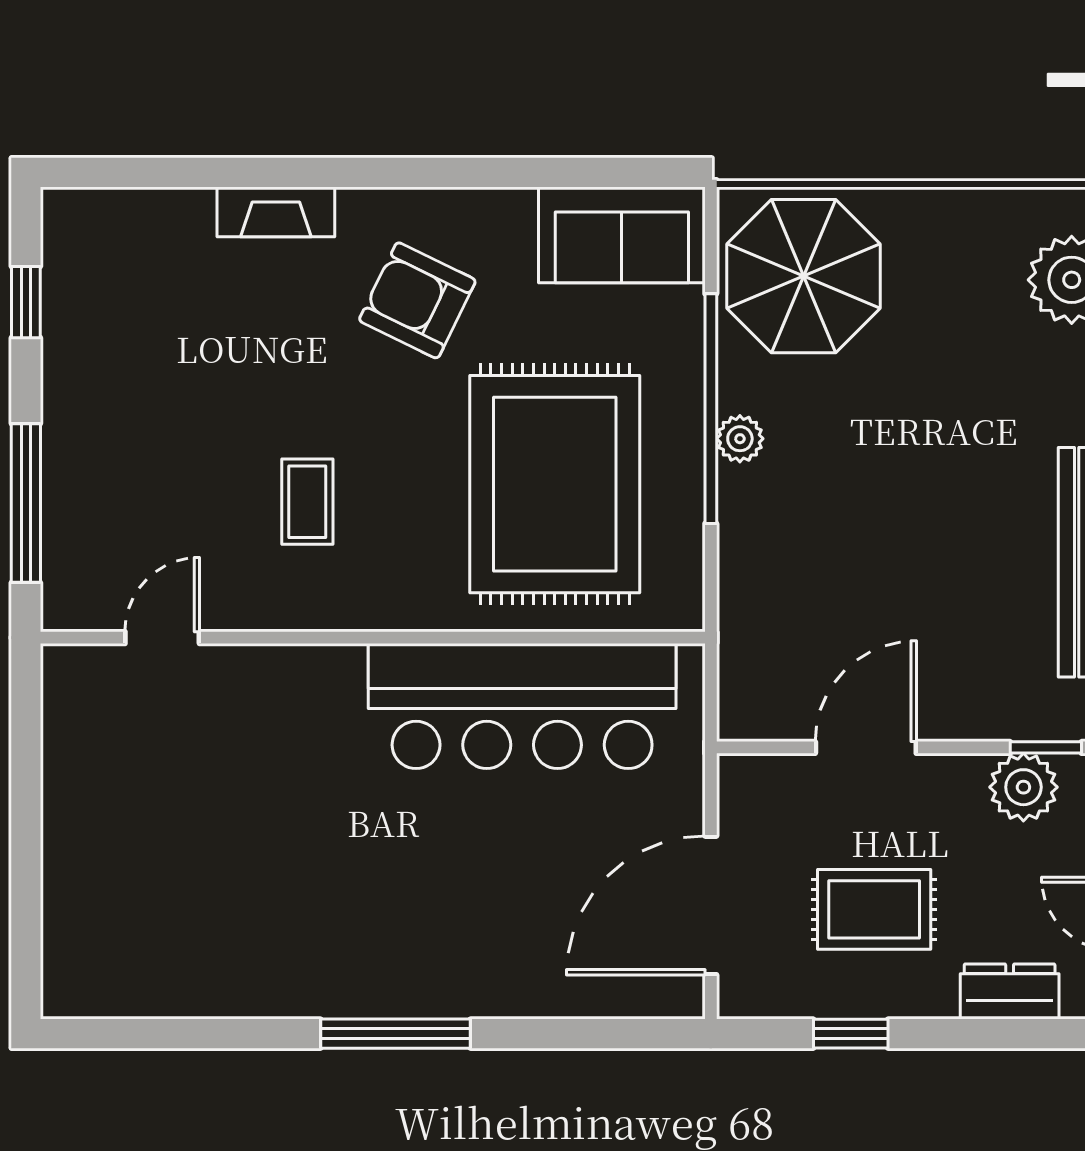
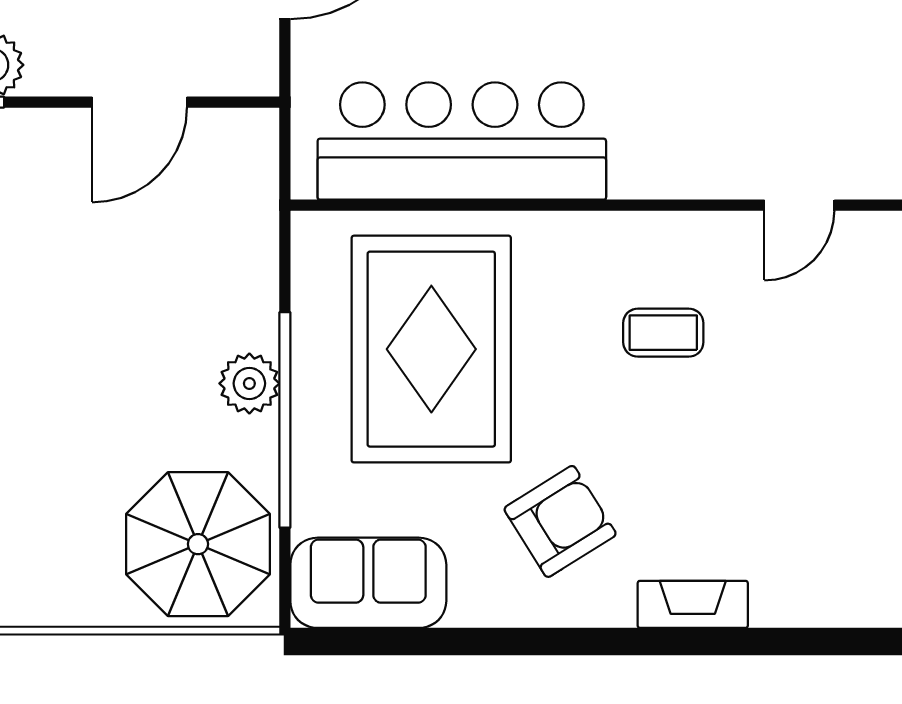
armchair: (417, 300) -> (560, 521), turned -58
plant: (740, 439) -> (249, 383), width x1.38, depth x1.38
coffee table: (307, 502) -> (663, 333), turned 90

